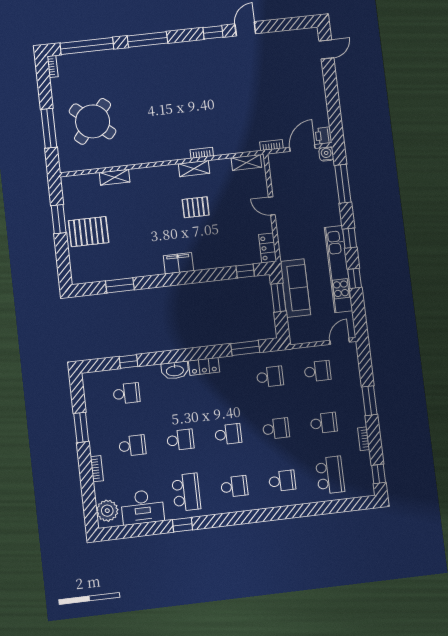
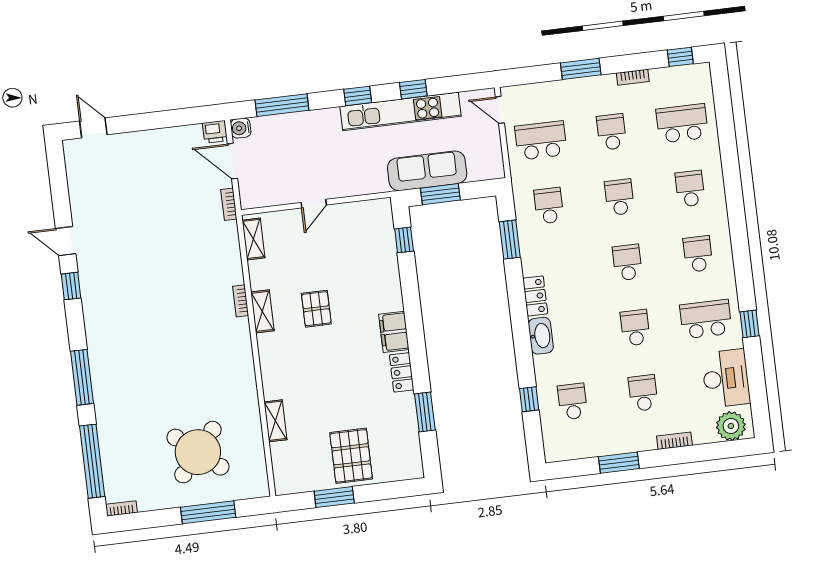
locker: (268, 248) -> (402, 372), moved, turned 90
school desk: (317, 371) -> (541, 140), width x1.85

